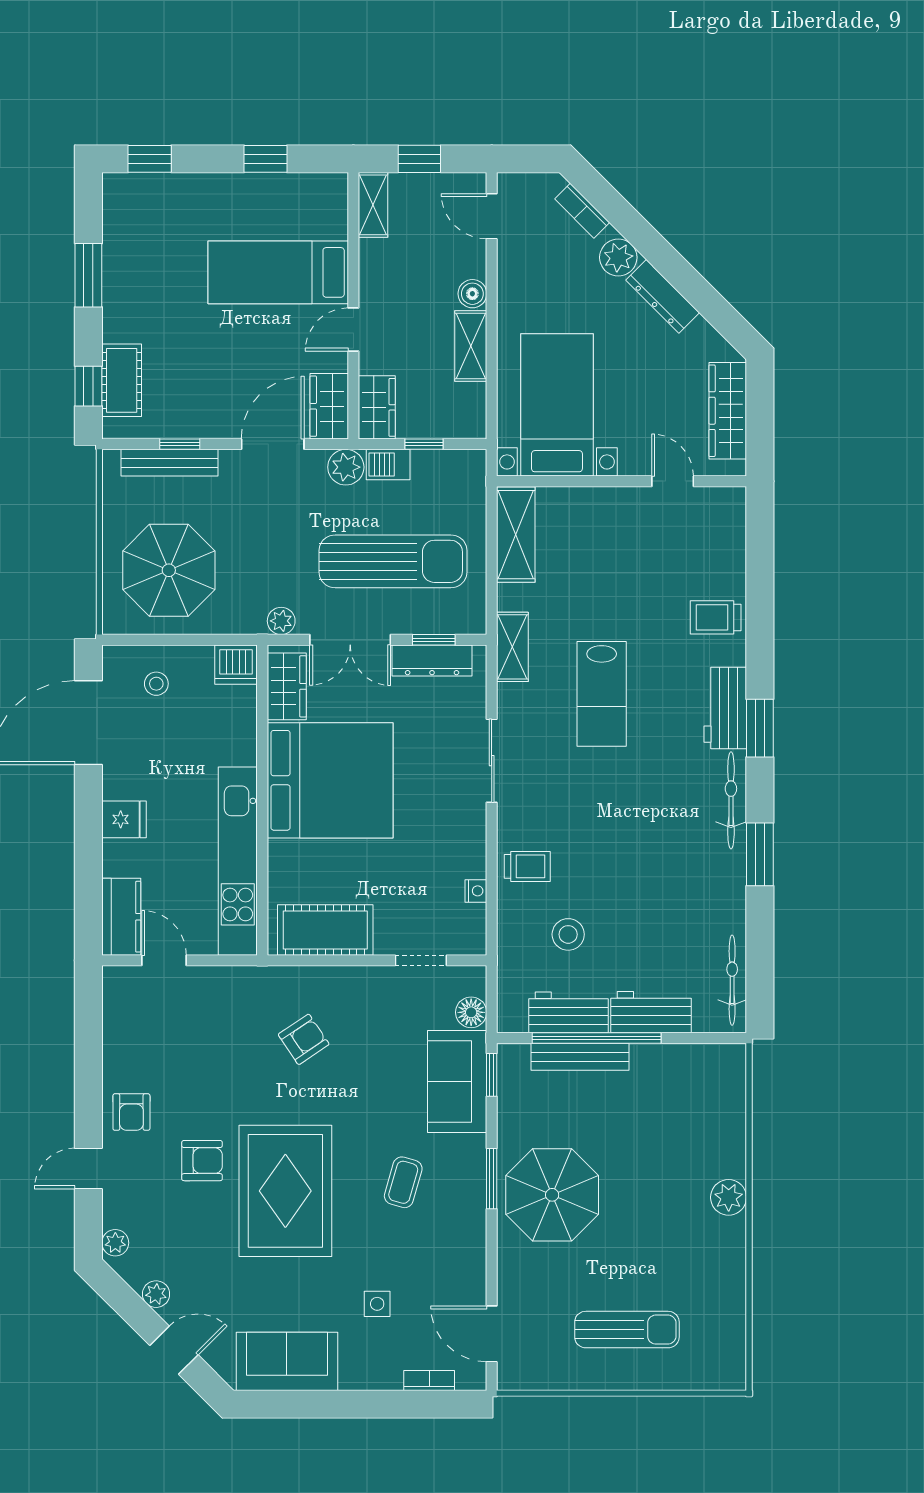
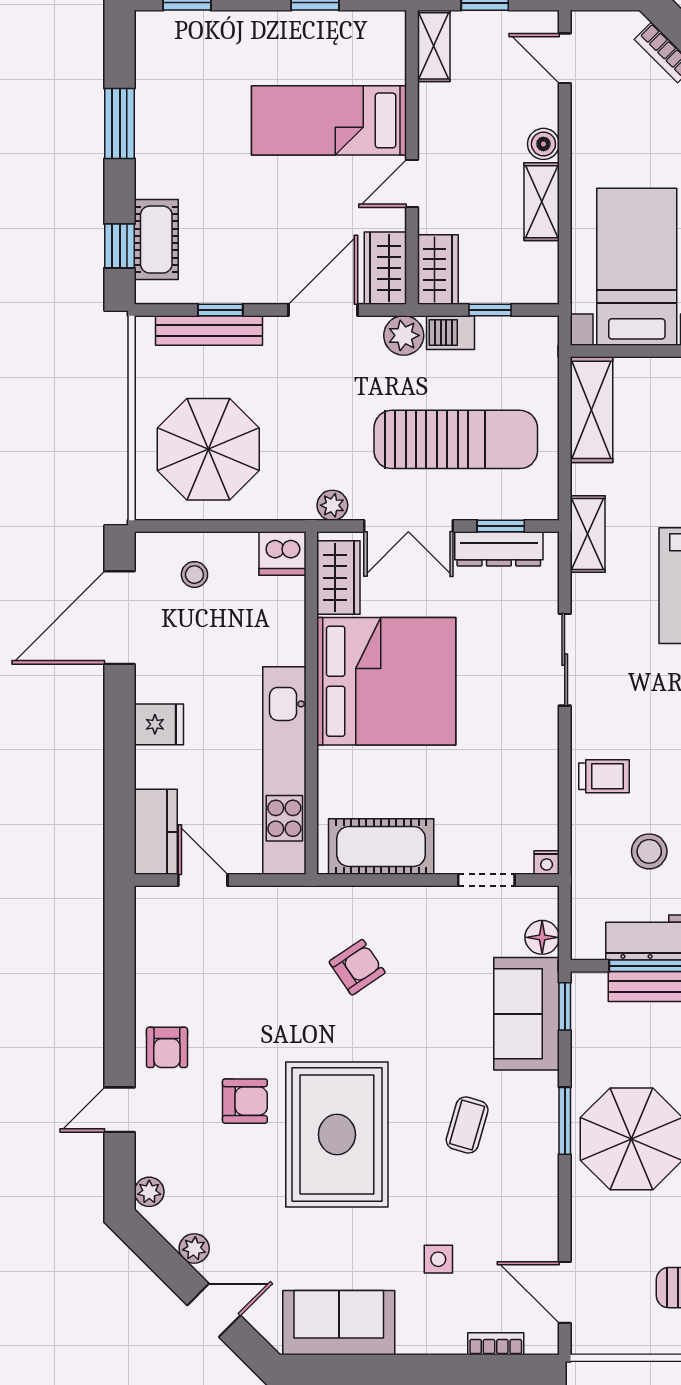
nightstand: (476, 891) -> (547, 863), moved, turned 90

